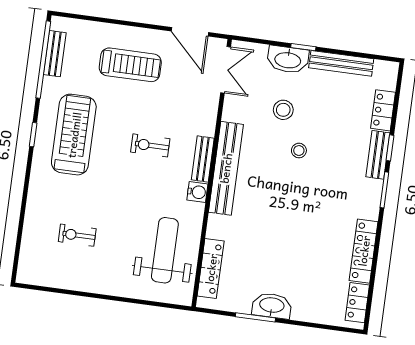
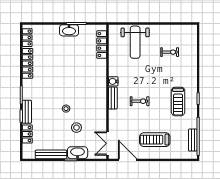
treadmill: (74, 135) -> (178, 101), width x0.73, depth x0.73
bench: (226, 168) -> (101, 95), removed
weight bench: (165, 250) -> (135, 42), moved

